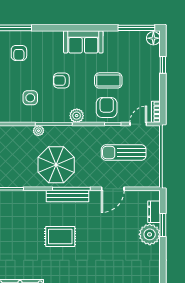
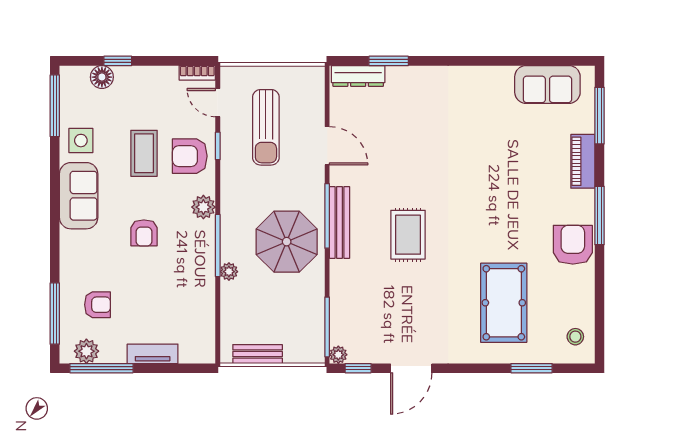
floor lamp: (153, 38) -> (102, 77), moved
side table: (30, 98) -> (81, 141), moved
dresser: (154, 212) -> (358, 76), width x1.44
plant: (150, 234) -> (405, 83), removed

